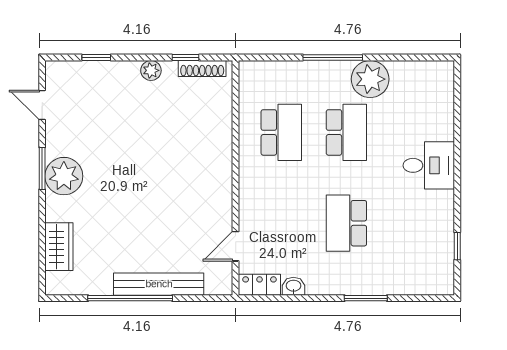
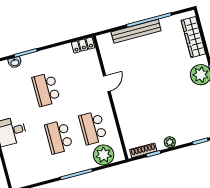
plant: (370, 79) -> (104, 155), moved
school desk: (346, 223) -> (46, 89), turned 180
door: (236, 246) -> (107, 84), moved
wardrobe: (59, 247) -> (193, 37), width x1.50
washbasin: (293, 286) -> (15, 62), moved

